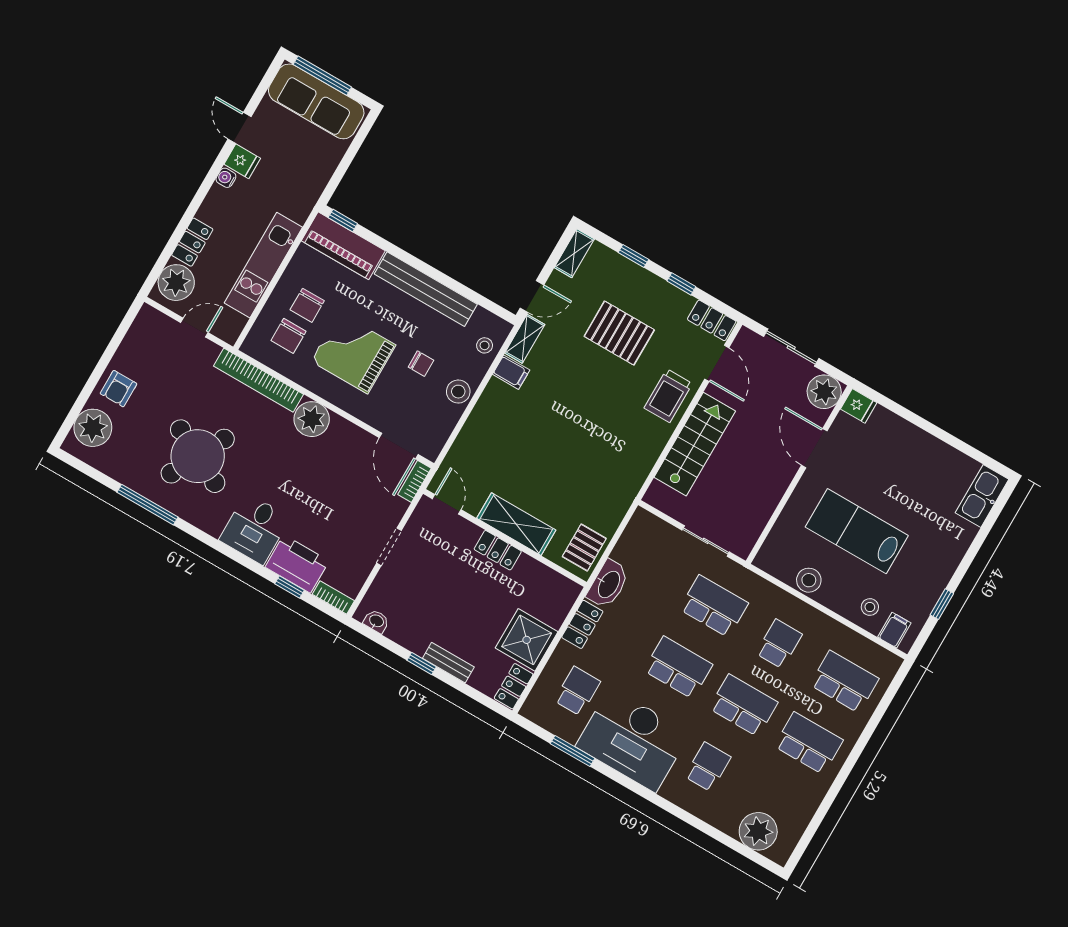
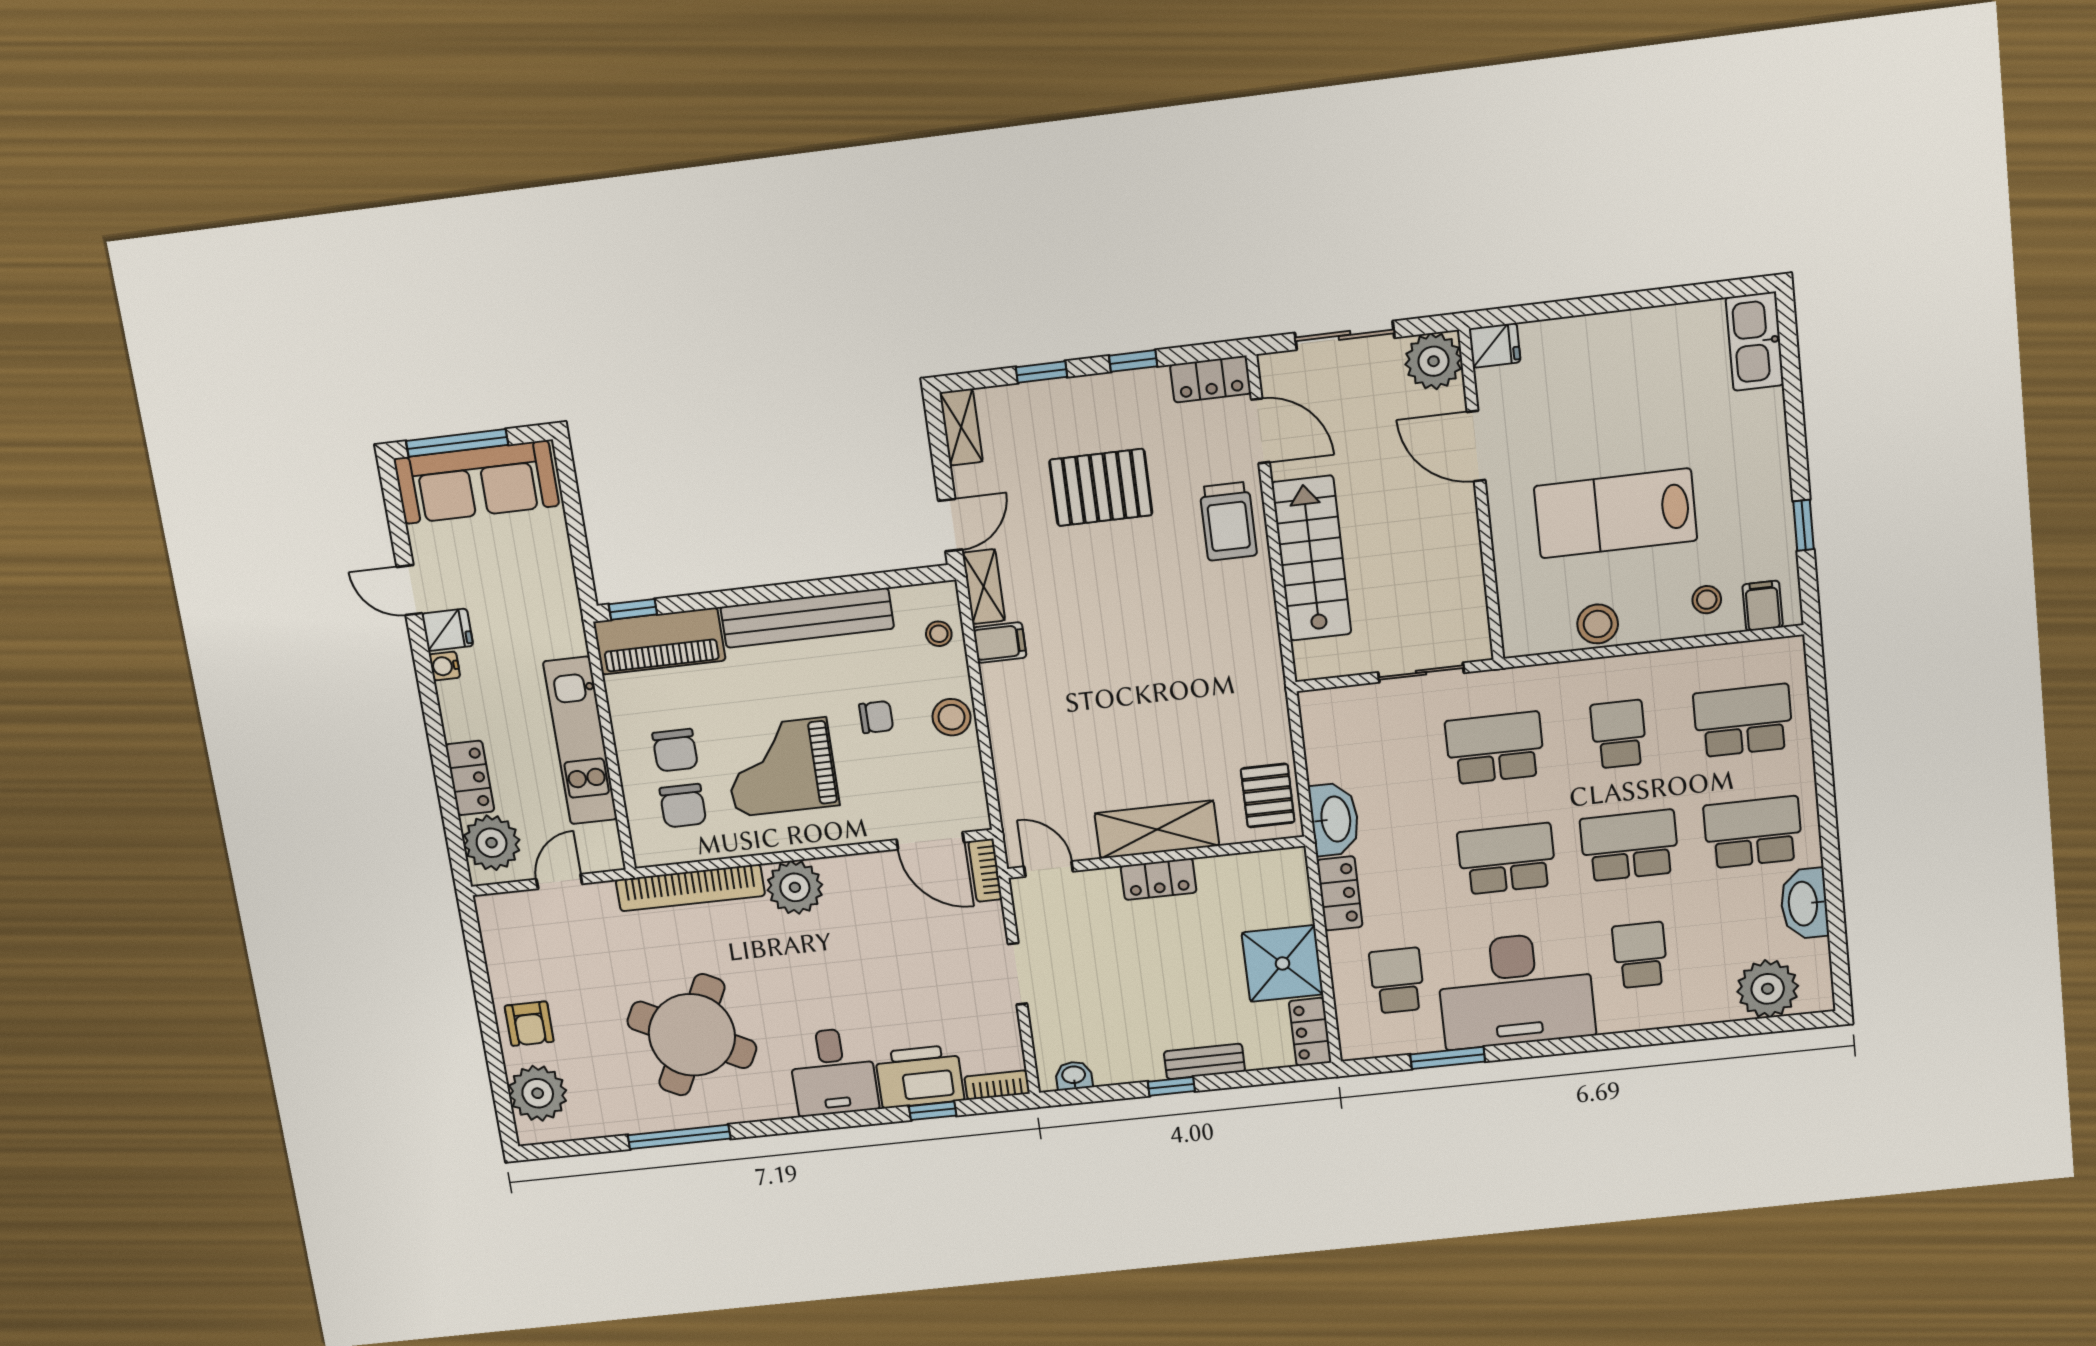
washbasin: (808, 799) -> (1804, 904), added

